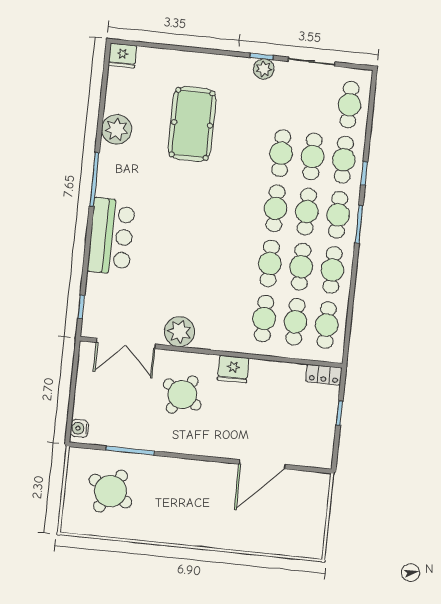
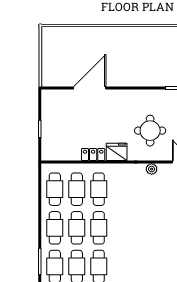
plant: (179, 332) -> (152, 169), width x0.53, depth x0.53
locker: (324, 375) -> (93, 155), moved
round table: (182, 395) -> (150, 131), turned -32

